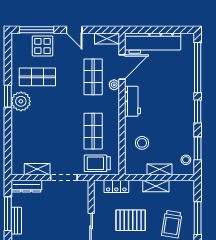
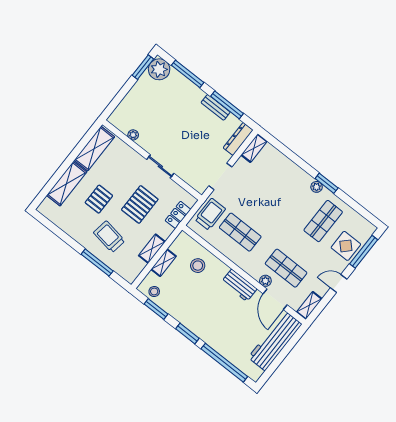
plant: (21, 101) -> (317, 187), width x0.53, depth x0.53
shelving: (37, 169) -> (254, 148), moved

